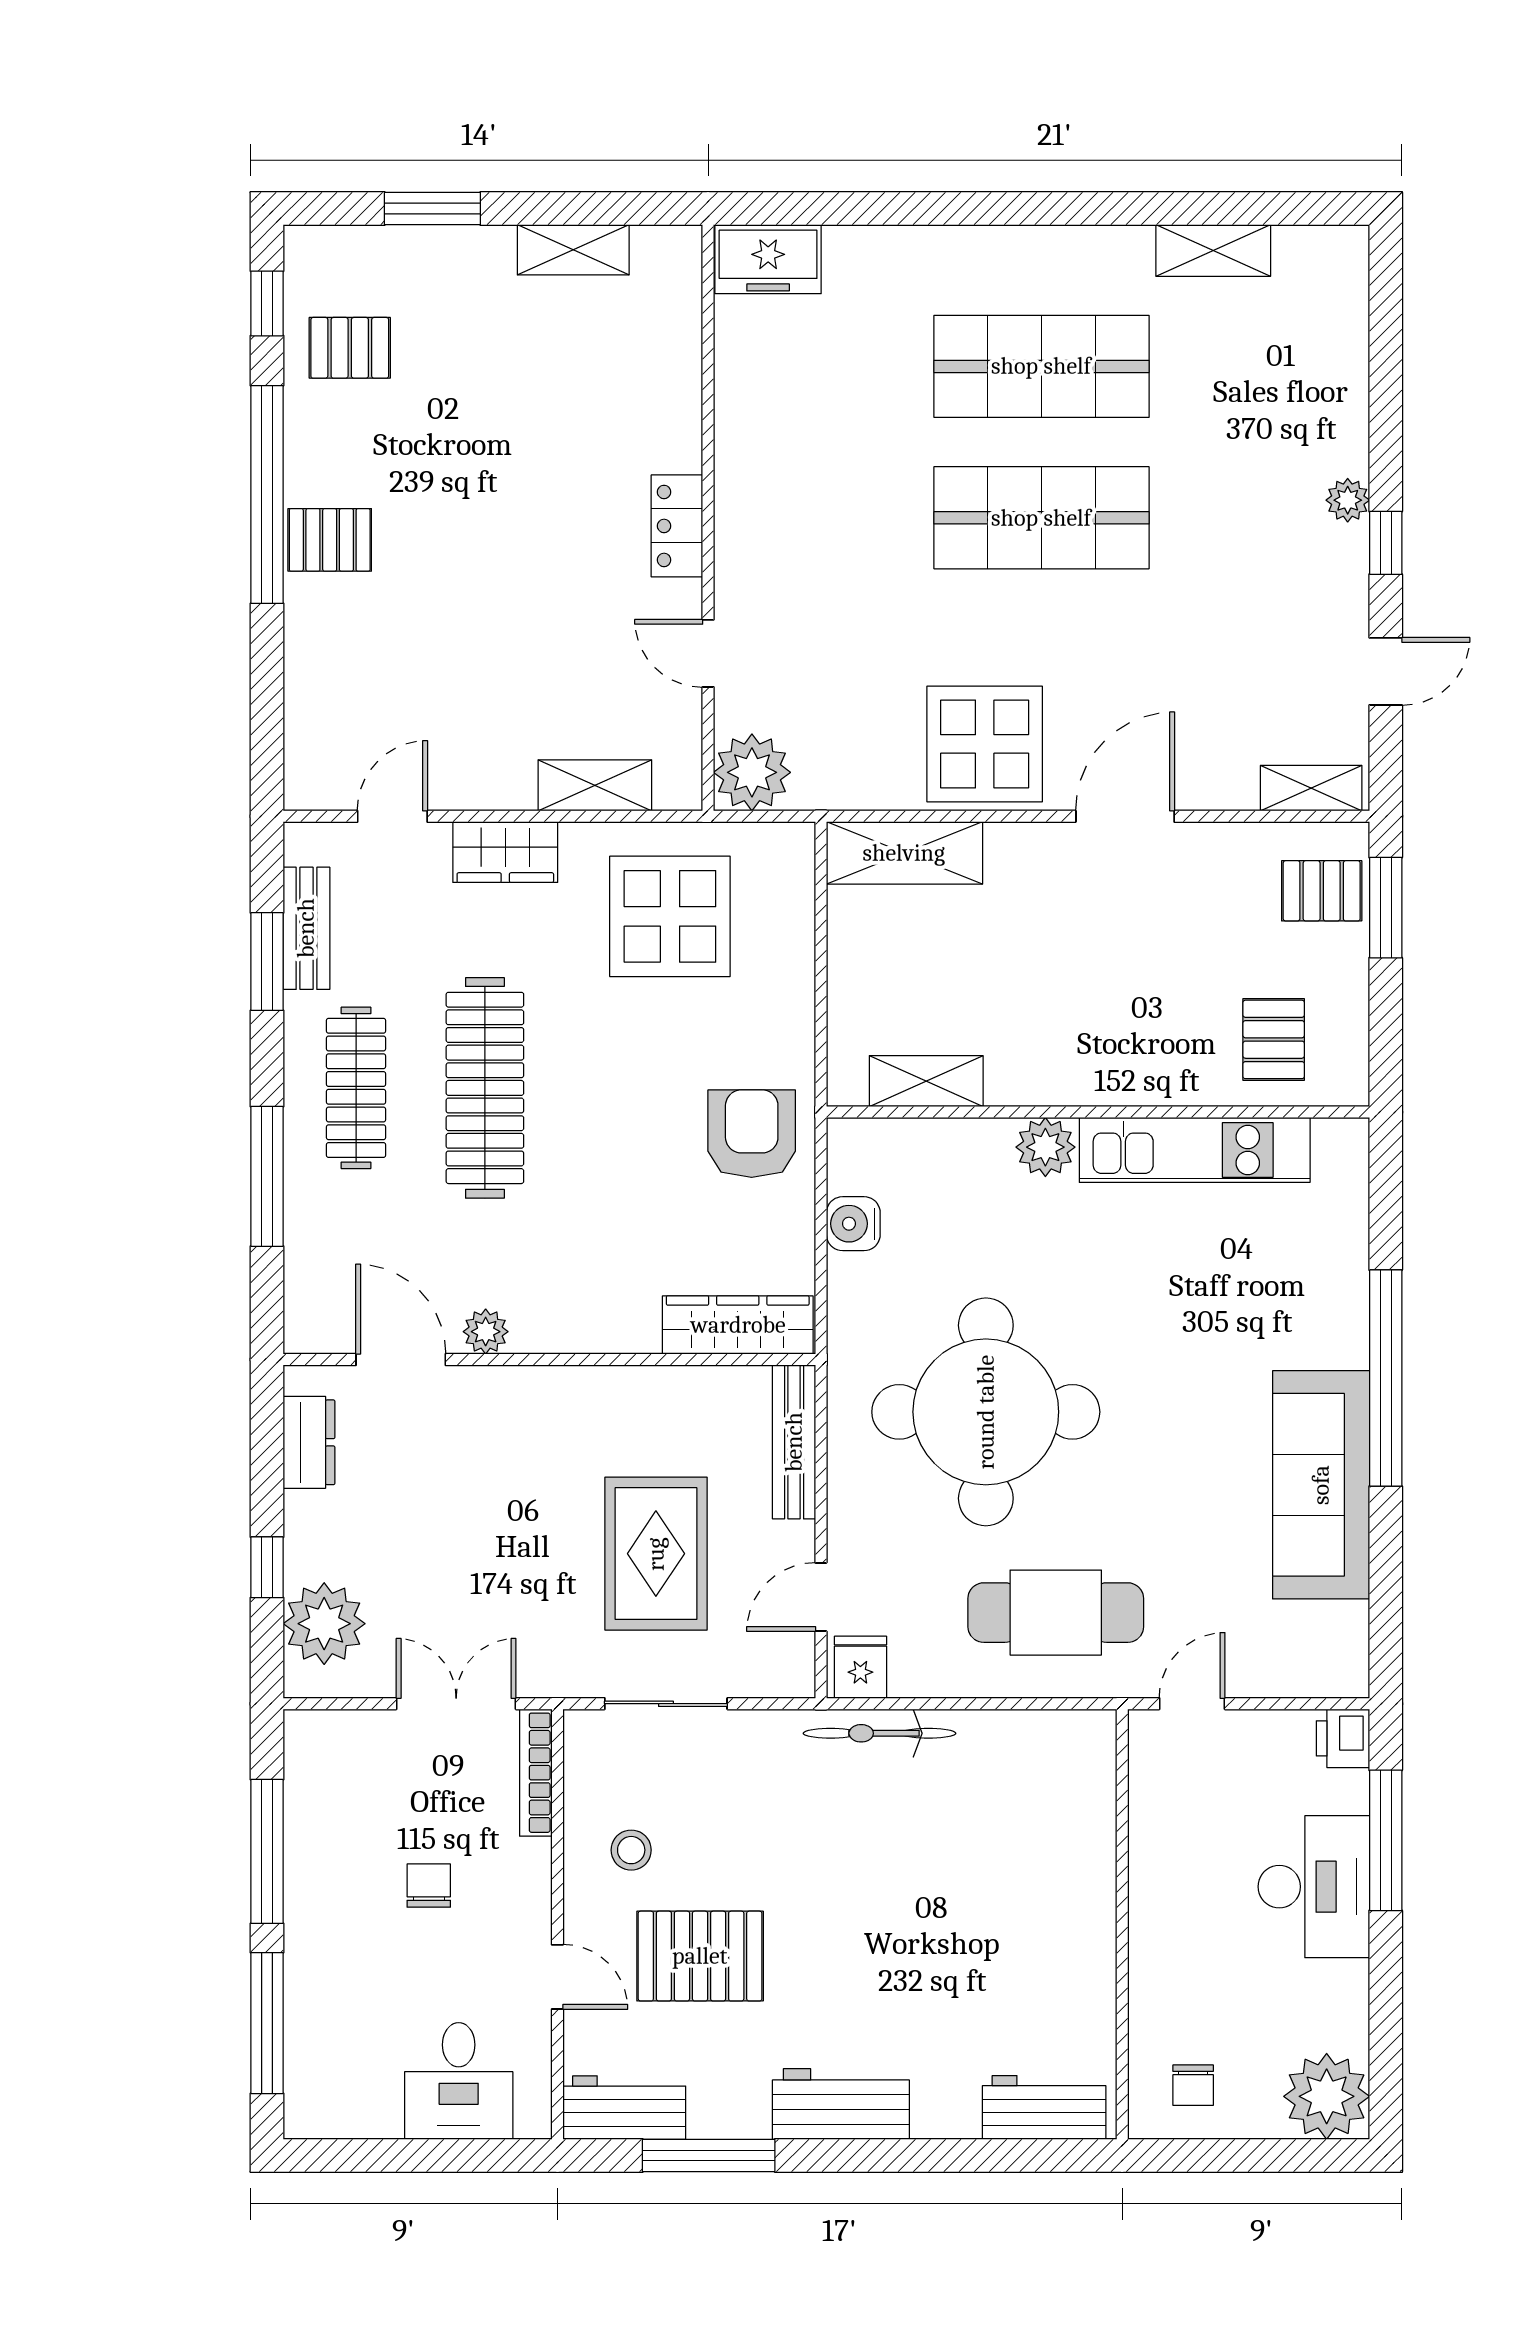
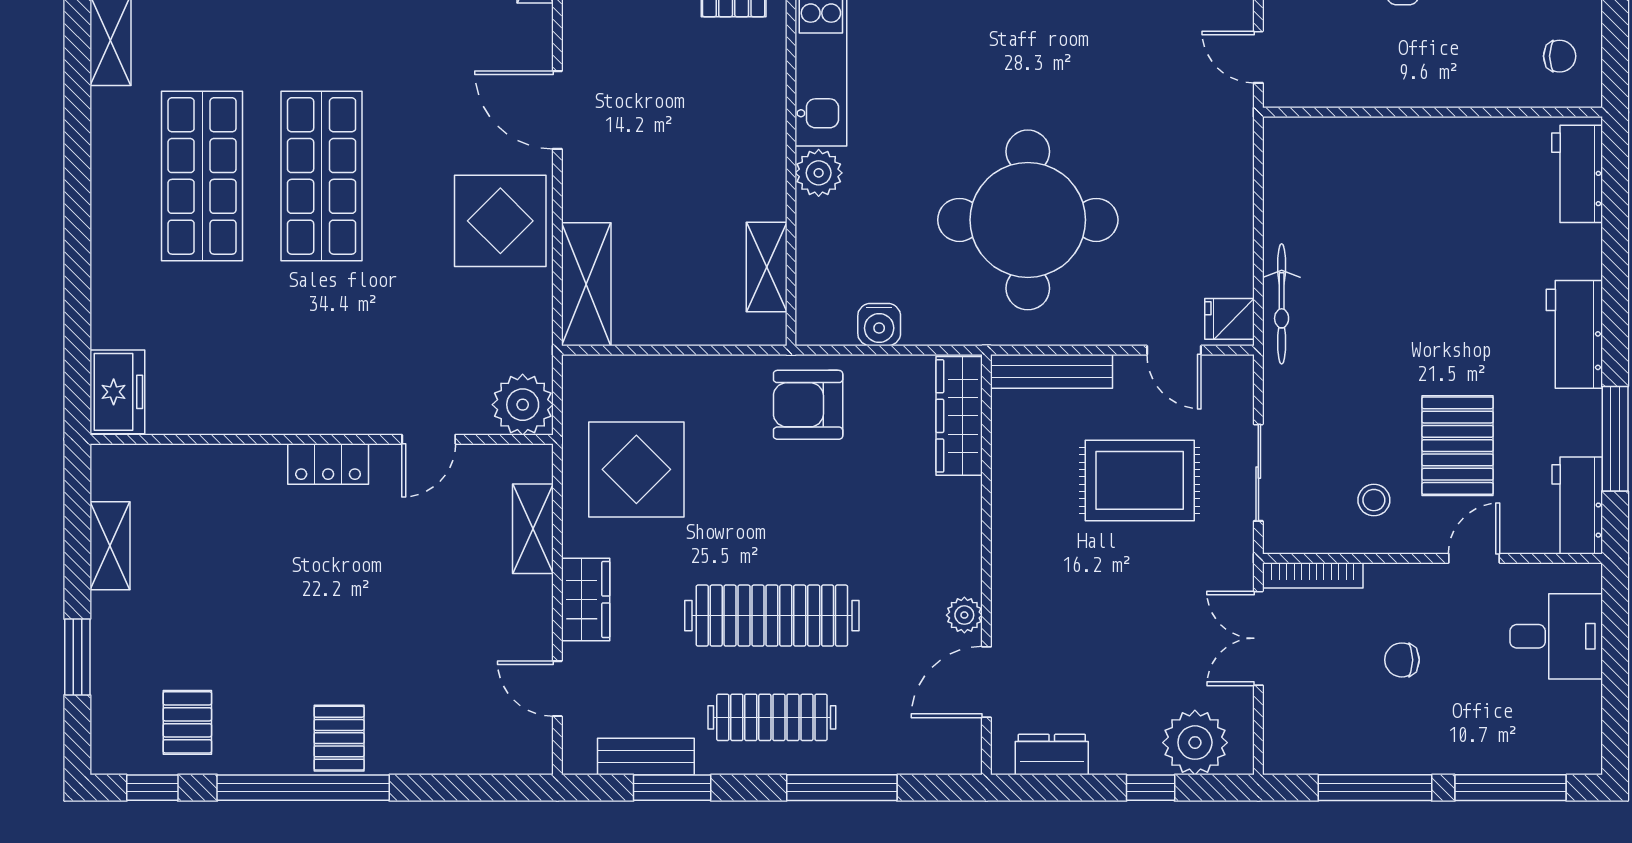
cafe table: (1056, 1613) -> (1186, 165), removed

